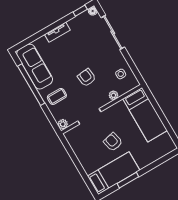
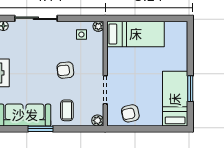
window: (31, 85) -> (40, 129), width x0.47
plant: (113, 95) -> (98, 26), moved
armchair: (113, 142) -> (130, 113), moved

